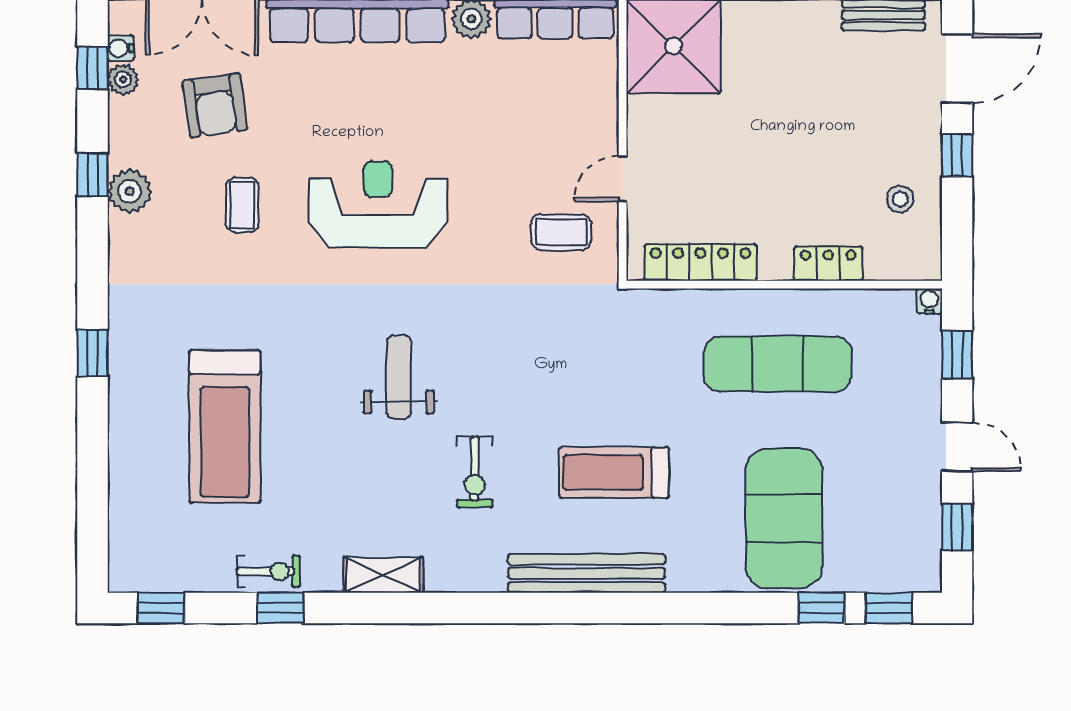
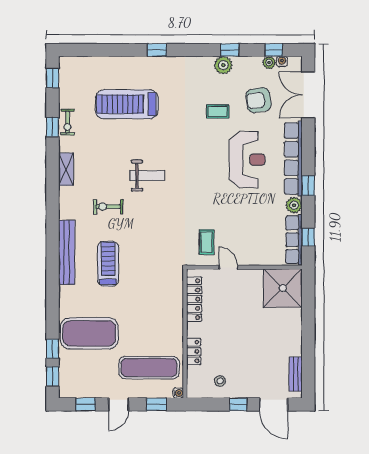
reception desk: (378, 204) -> (247, 160), moved
exercise mat: (778, 364) -> (149, 368), moved, turned 90

